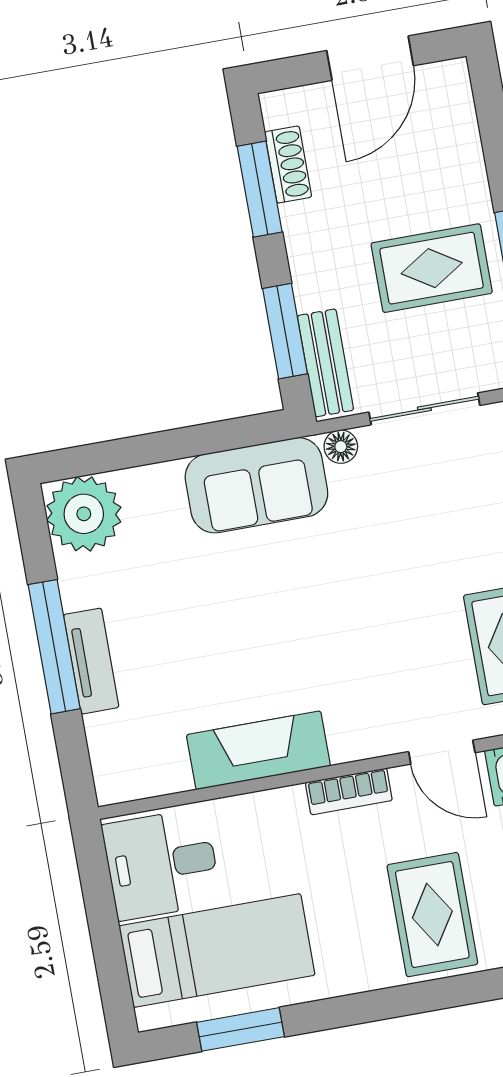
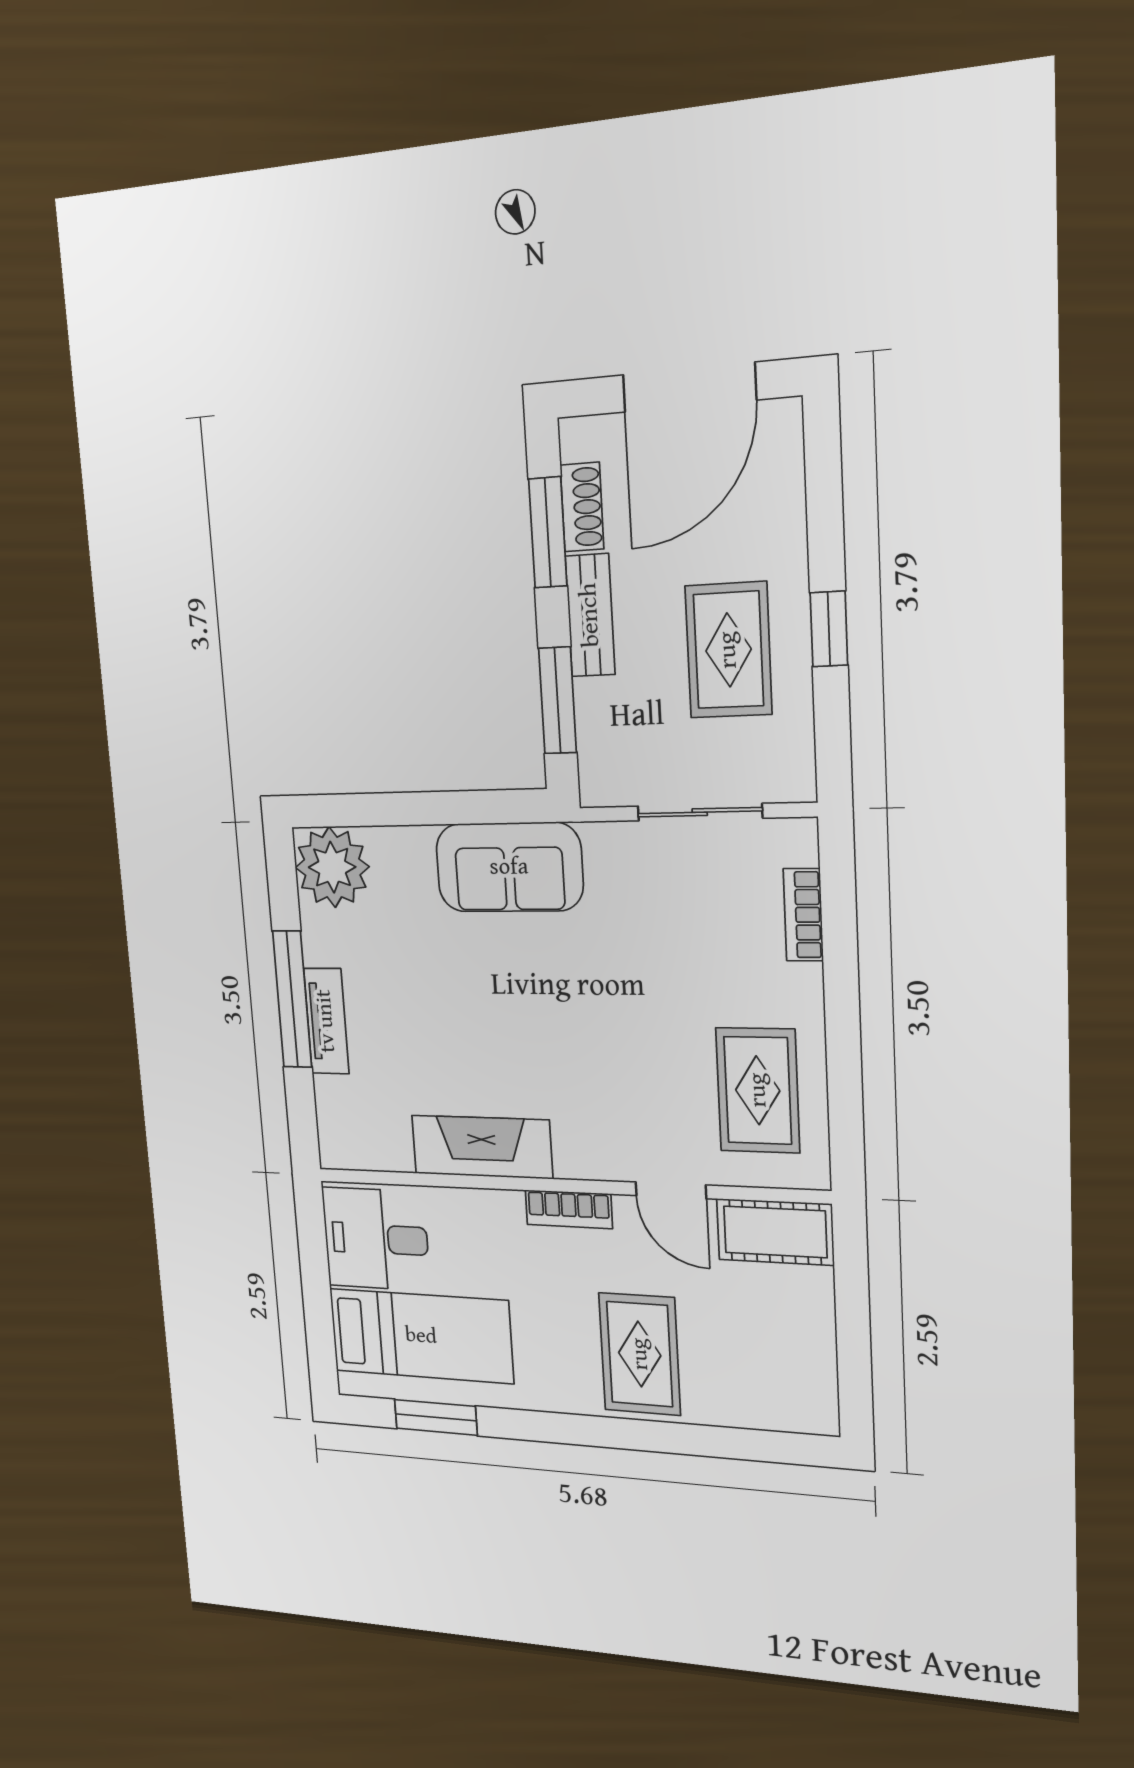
door: (370, 58) -> (689, 387), width x1.36
rug: (432, 268) -> (728, 650), turned 90
bench: (325, 363) -> (590, 615), moved
floor lamp: (341, 447) -> (603, 840), removed

